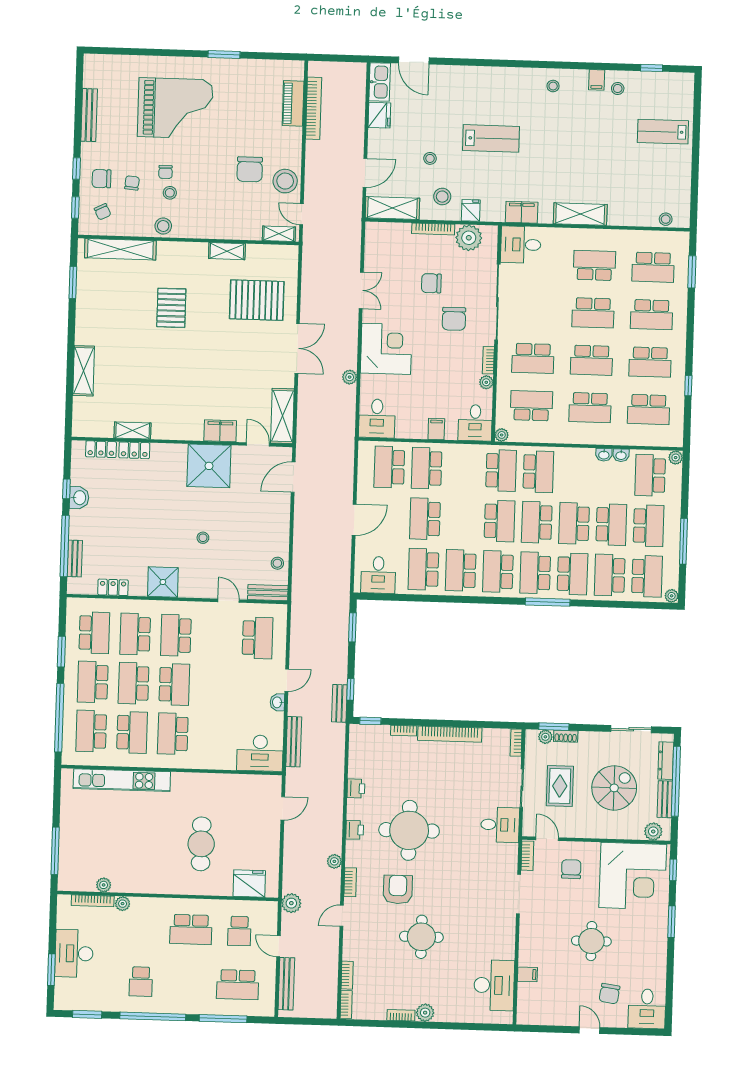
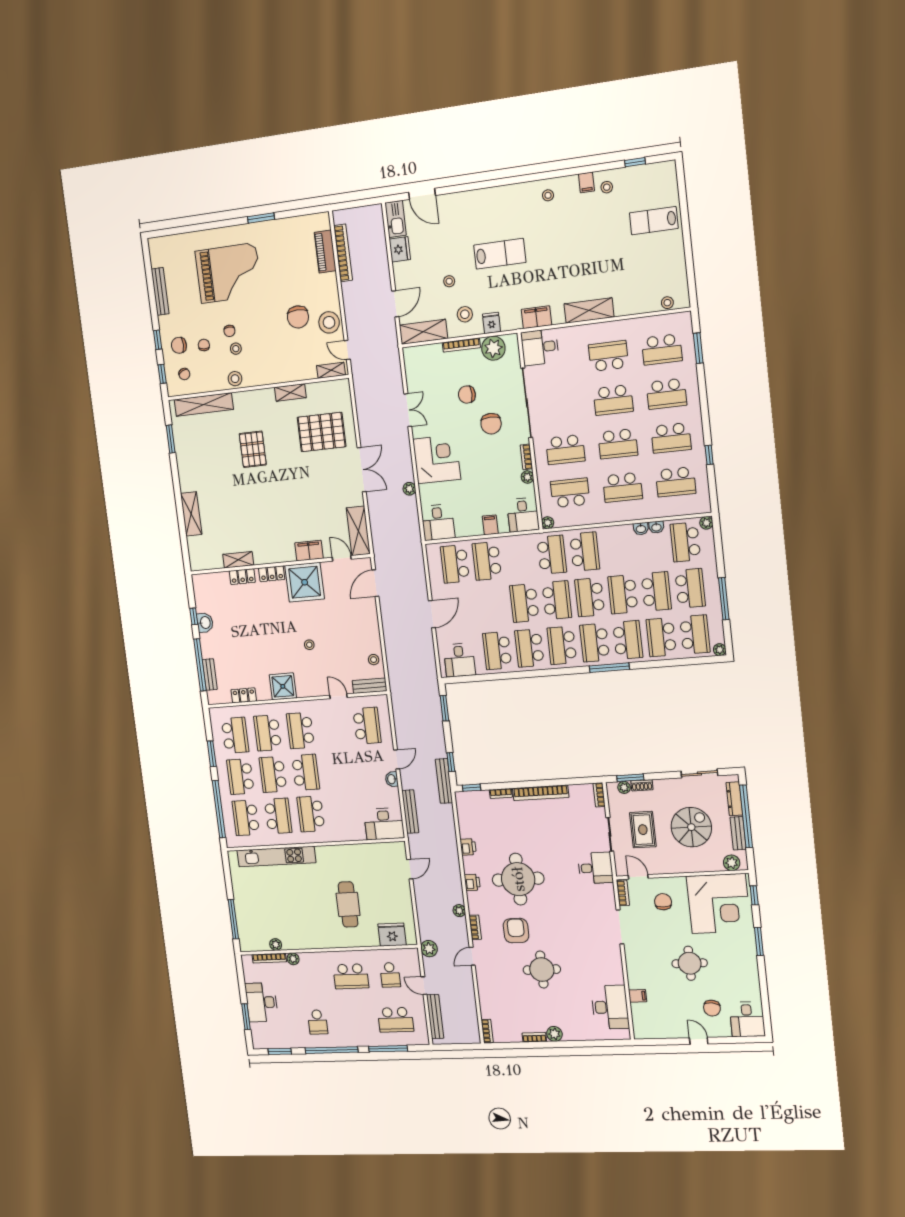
locker: (101, 449) -> (272, 574), moved
school desk: (425, 519) -> (524, 603), moved
bench: (339, 703) -> (444, 781), width x1.36
bookcase: (347, 975) -> (484, 1006), removed

